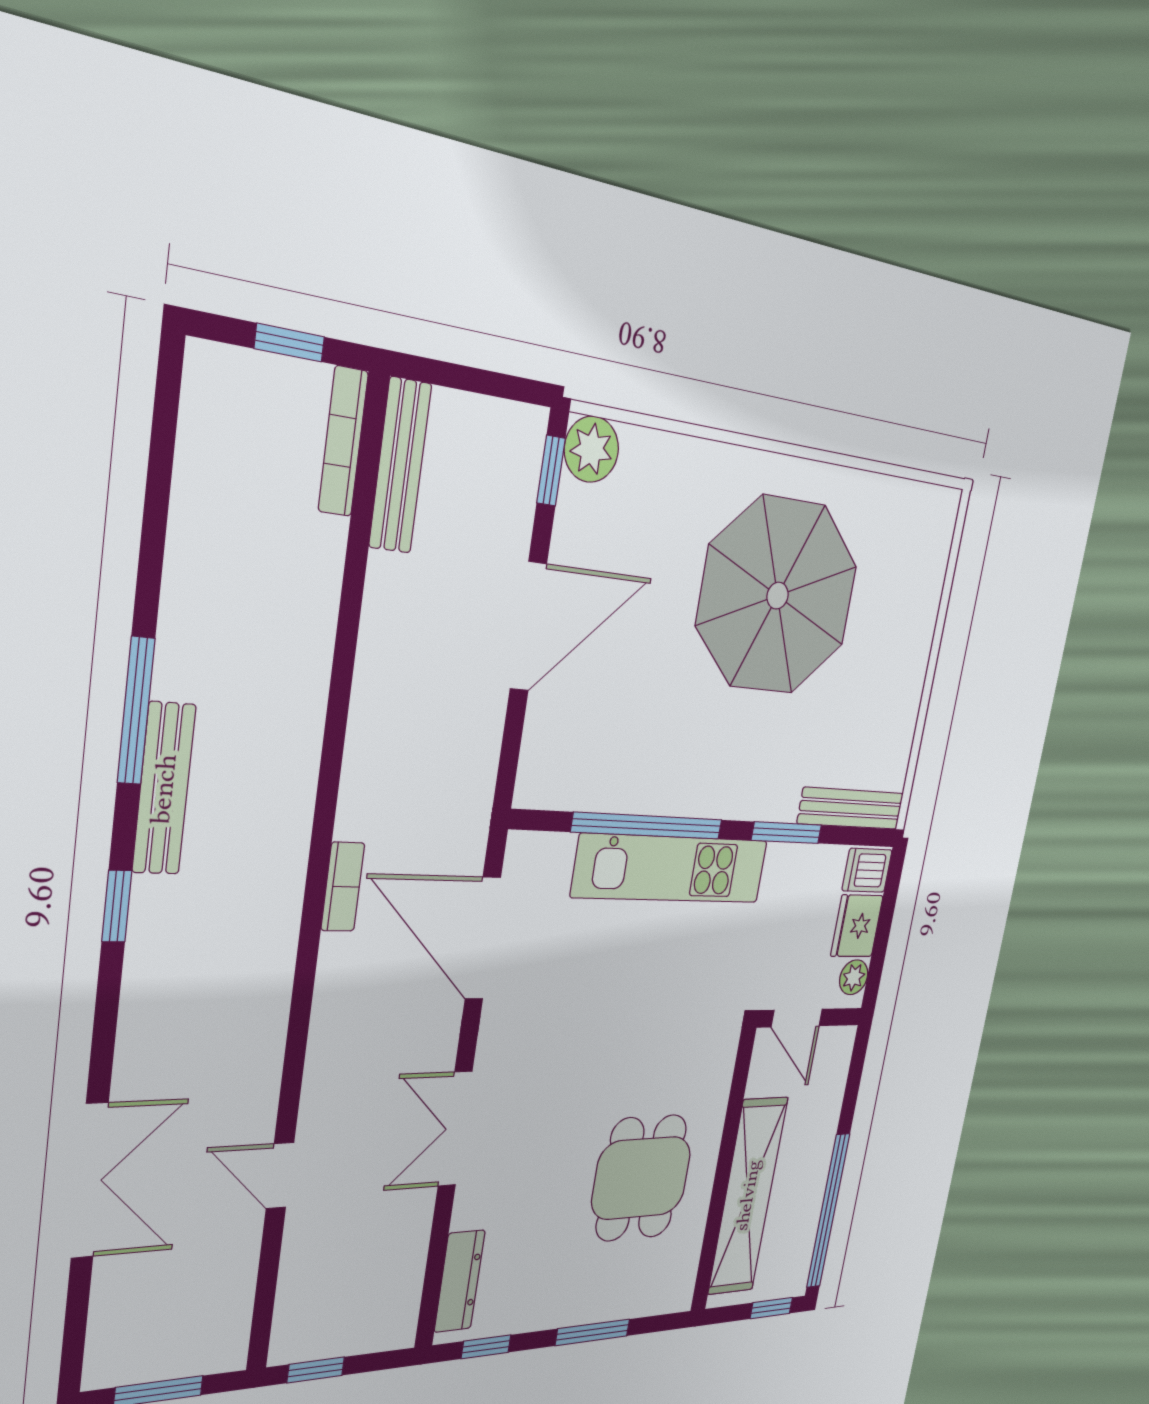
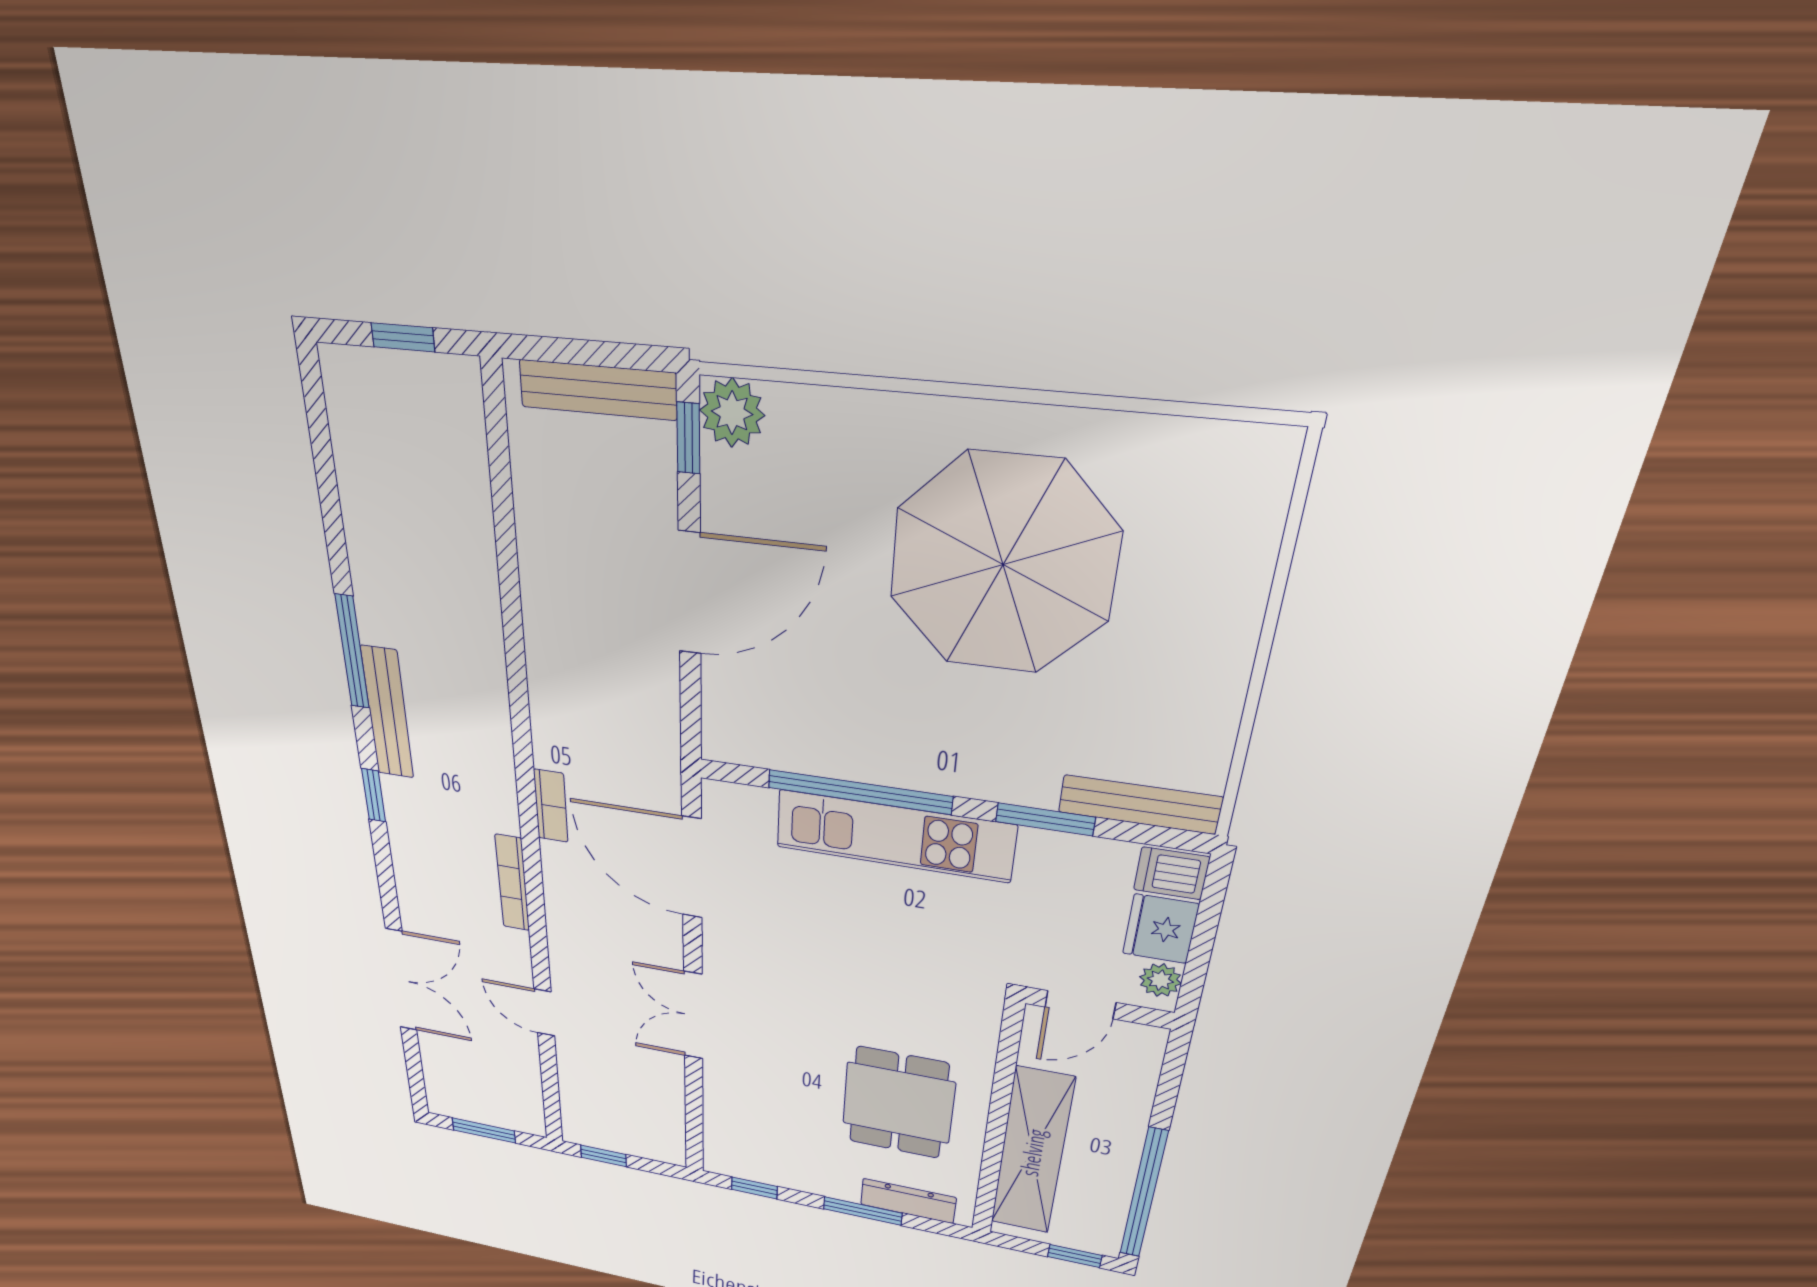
bookcase: (343, 442) -> (512, 883), moved
bench: (400, 466) -> (598, 390), moved, turned 90
door: (797, 1018) -> (1080, 1005), hinge flipped
dresser: (460, 1281) -> (908, 1201), moved, turned -90

